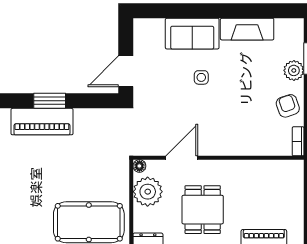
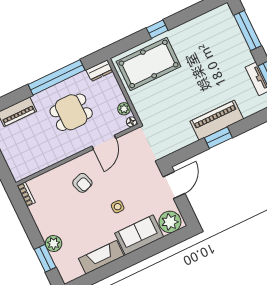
plant: (150, 32) -> (170, 222), added
armchair: (288, 106) -> (82, 183), moved
plant: (148, 192) -> (124, 109), width x0.53, depth x0.53
dining table: (203, 210) -> (71, 112), turned 90

